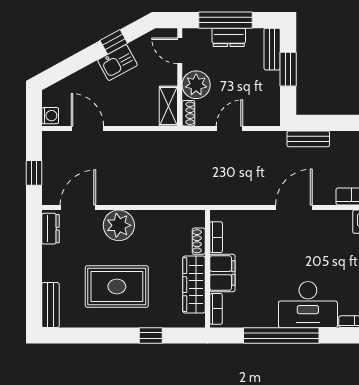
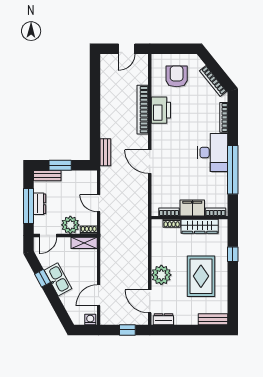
kitchen sink: (117, 63) -> (58, 279), width x1.38

